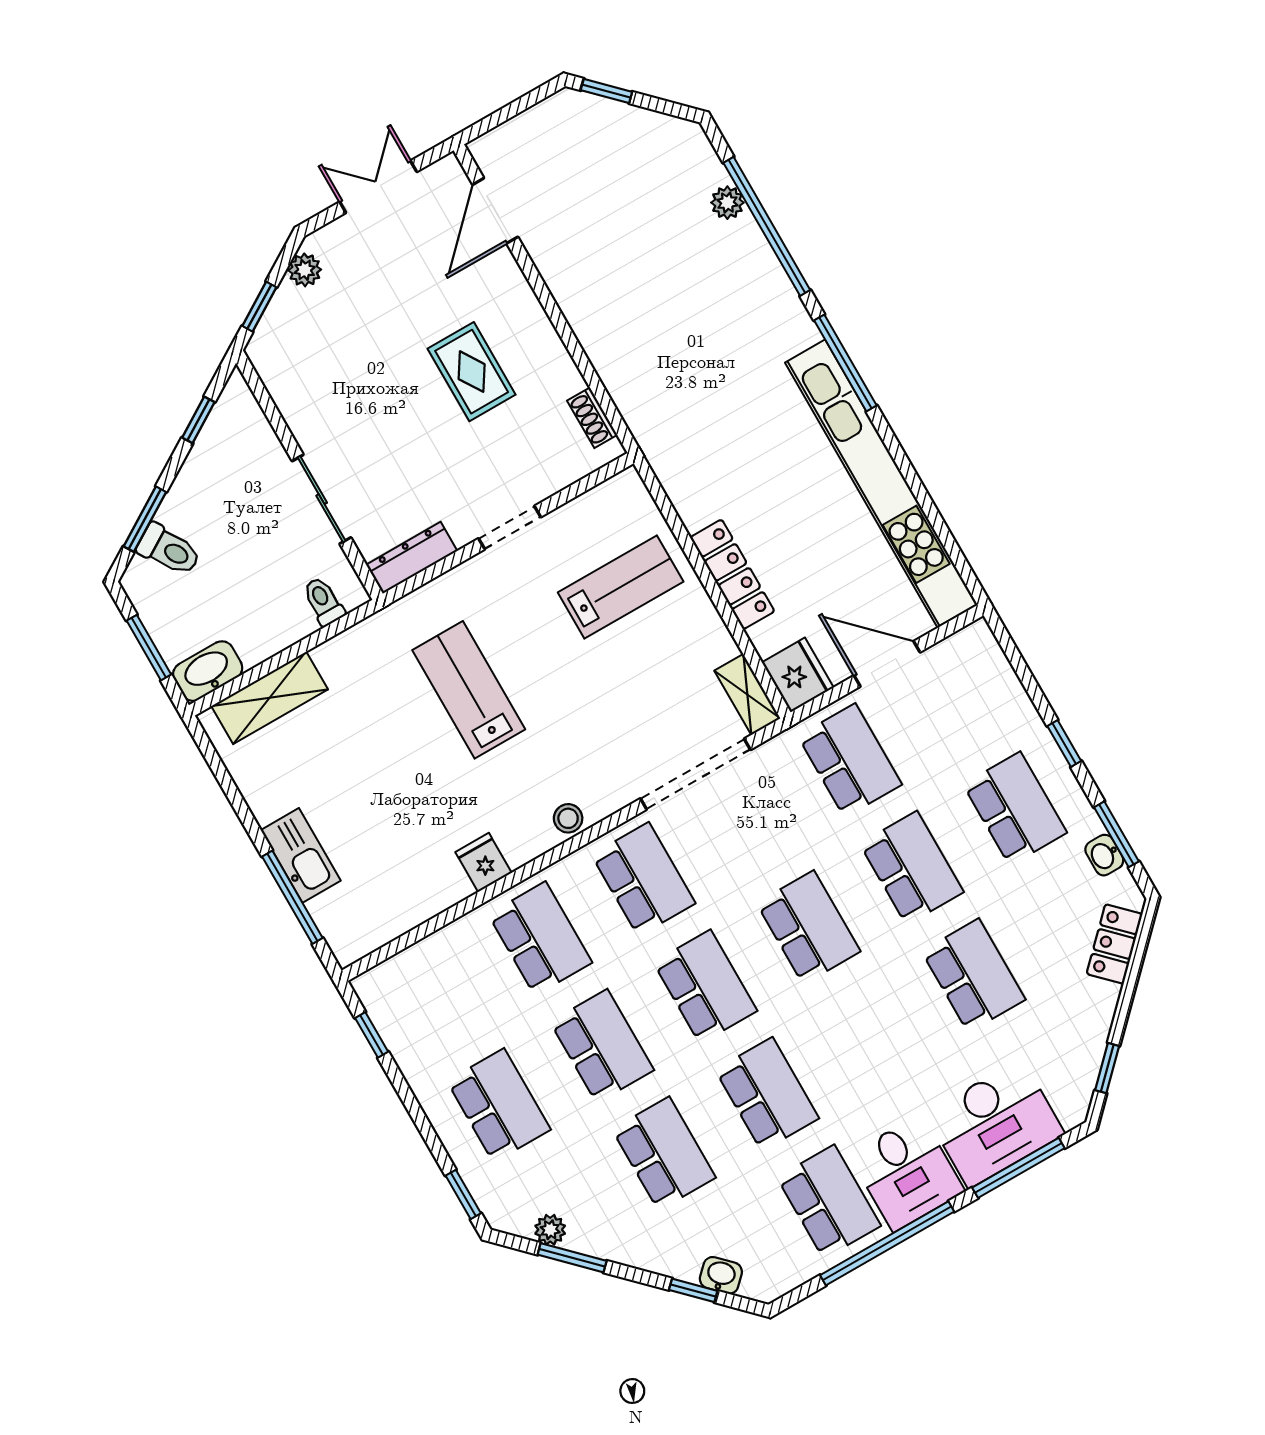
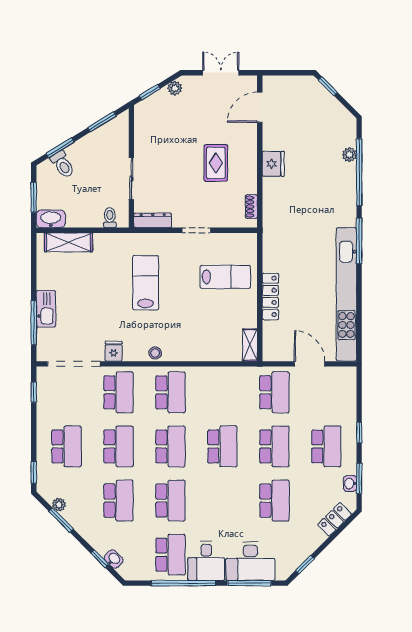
window: (198, 420) -> (102, 122), width x1.50
fridge: (798, 675) -> (273, 164), moved
doorway: (695, 774) -> (74, 364), moved

